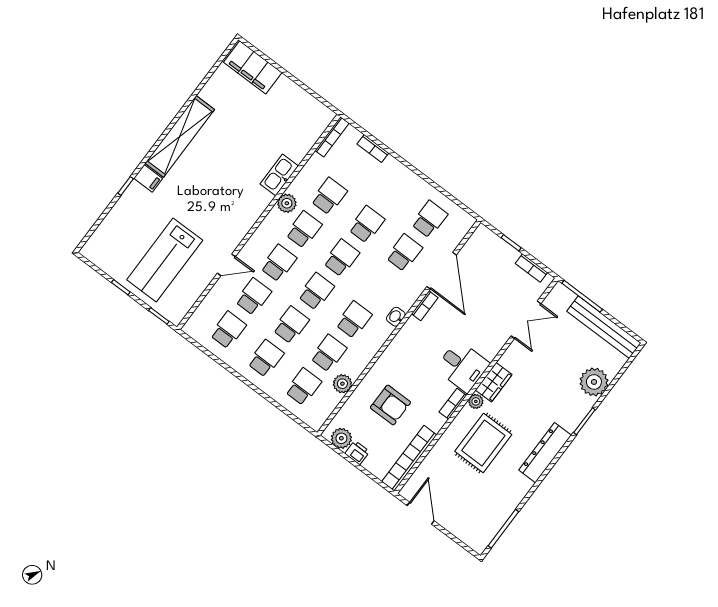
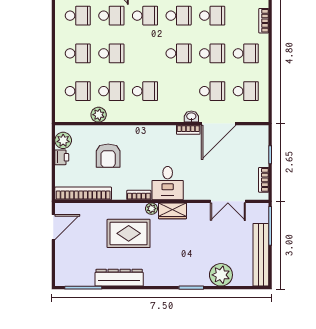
school desk: (316, 291) -> (246, 53), moved
washbasin: (396, 317) -> (191, 117), moved
dresser: (545, 453) -> (119, 278), moved

